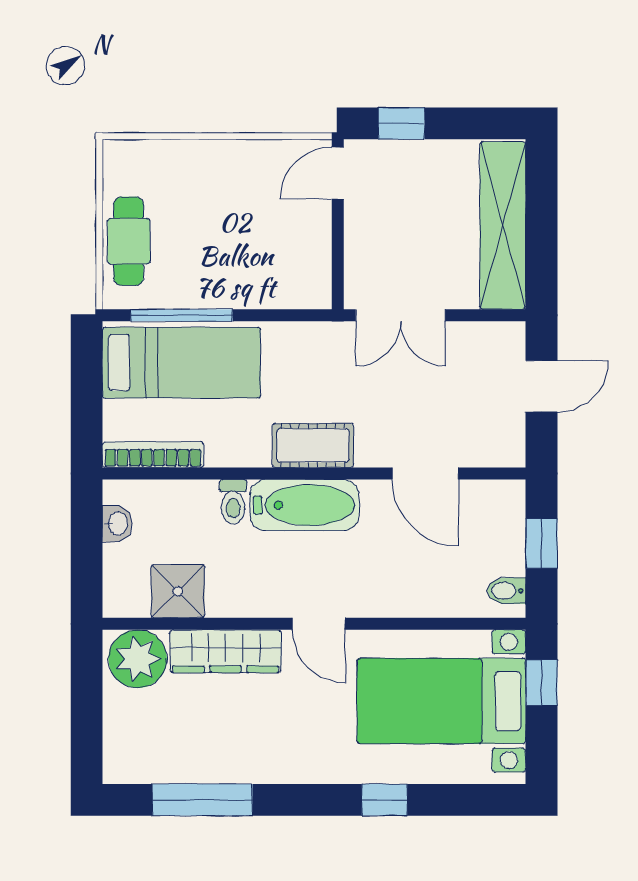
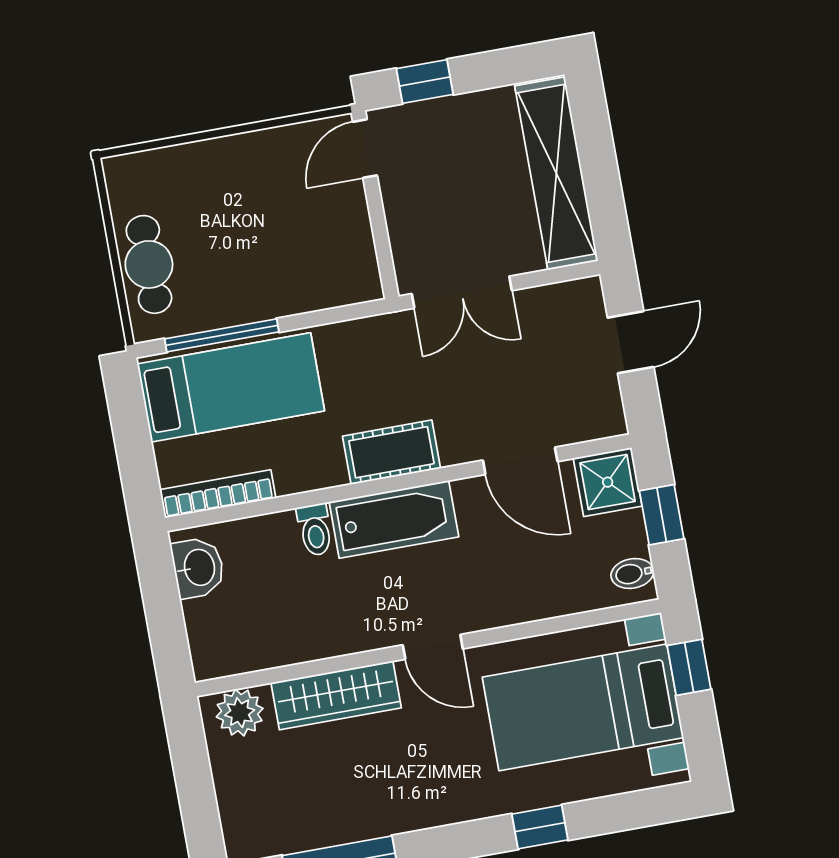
washbasin: (117, 524) -> (198, 568), width x1.38, depth x1.45
shower: (178, 591) -> (608, 482), moved
plant: (138, 659) -> (240, 713), width x0.73, depth x0.73

